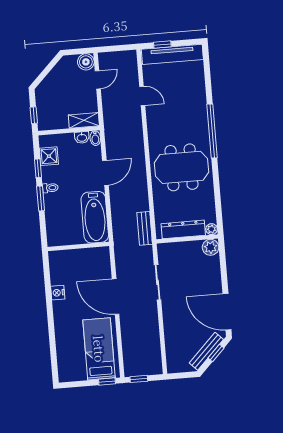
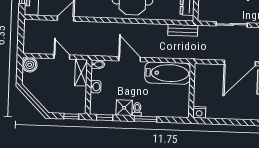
door: (98, 80) -> (62, 57), moved
washbasin: (82, 137) -> (96, 87), moved
shower: (49, 156) -> (124, 108), moved
window: (38, 168) -> (105, 117), moved
nightstand: (58, 293) -> (199, 112), moved

